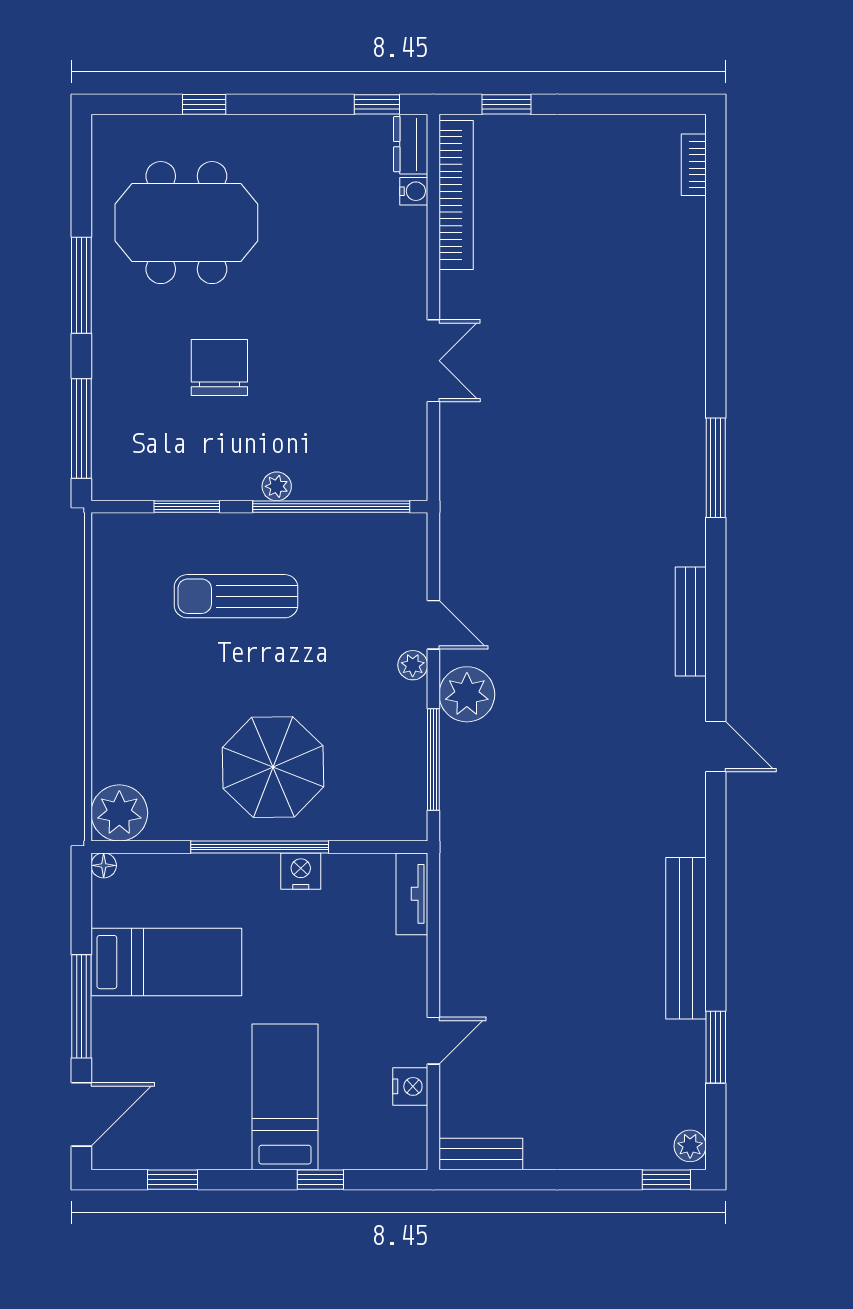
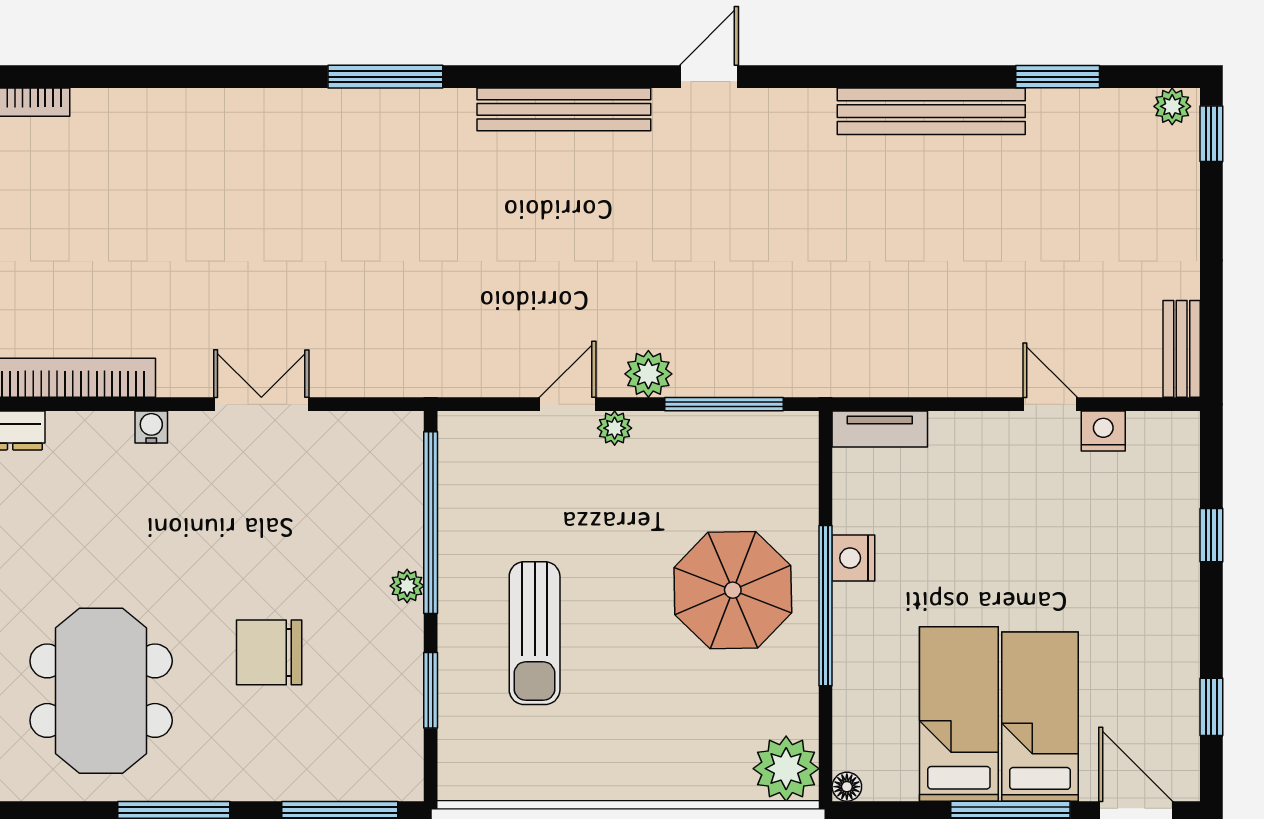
water cooler: (414, 191) -> (151, 427), moved
bench: (691, 622) -> (564, 109), width x1.37, depth x1.21
plant: (467, 694) -> (648, 374), width x0.73, depth x0.73
bed: (285, 1097) -> (1040, 717), moved, turned 90

